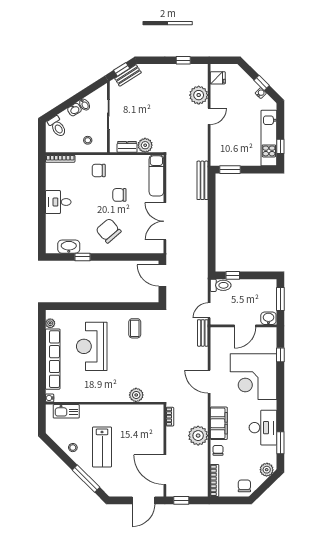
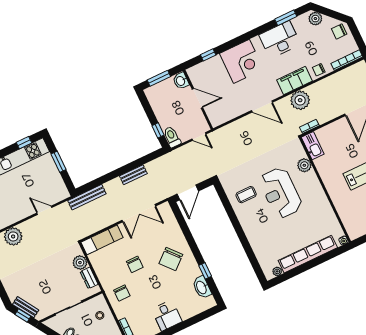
door: (209, 116) -> (44, 210), moved
window: (230, 170) -> (58, 162), moved
bench: (203, 333) -> (133, 175), moved
reception desk: (92, 346) -> (281, 193), moved, turned 90
corner desk: (254, 377) -> (242, 61), width x0.74, depth x0.74
door: (209, 382) -> (262, 106), hinge flipped
kitchen sink: (66, 411) -> (313, 146), moved
plant: (198, 436) -> (300, 100), moved

